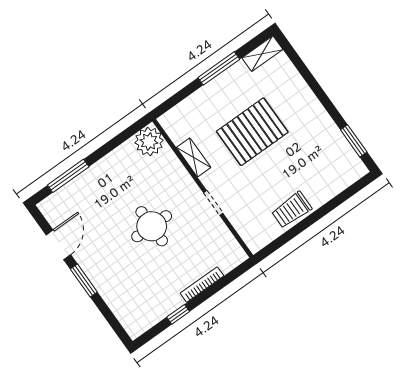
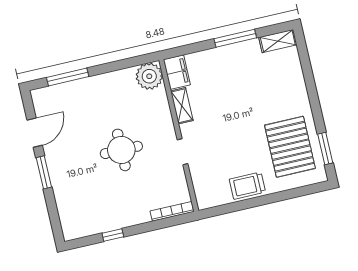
filing cabinet: (175, 126) -> (177, 72), added
pallet: (252, 132) -> (290, 147), moved, turned 90
bookcase: (202, 285) -> (172, 211), moved

